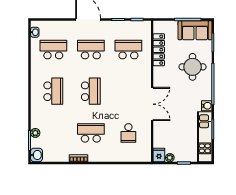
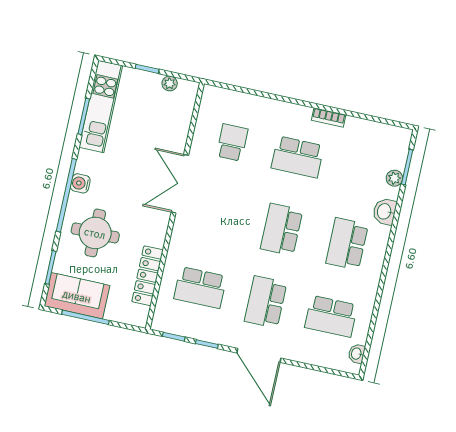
school desk: (91, 50) -> (266, 302), turned 90
water cooler: (207, 106) -> (80, 183), moved
washbasin: (37, 155) -> (385, 211), moved
fridge: (159, 155) -> (187, 92), removed

